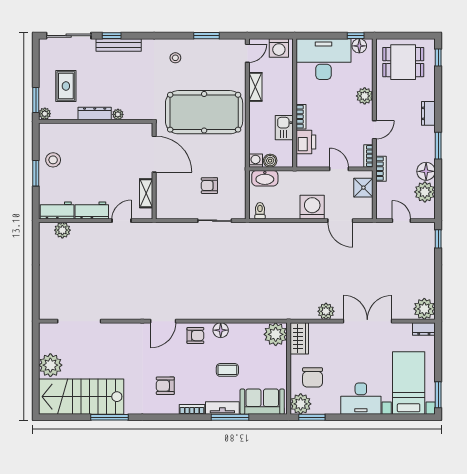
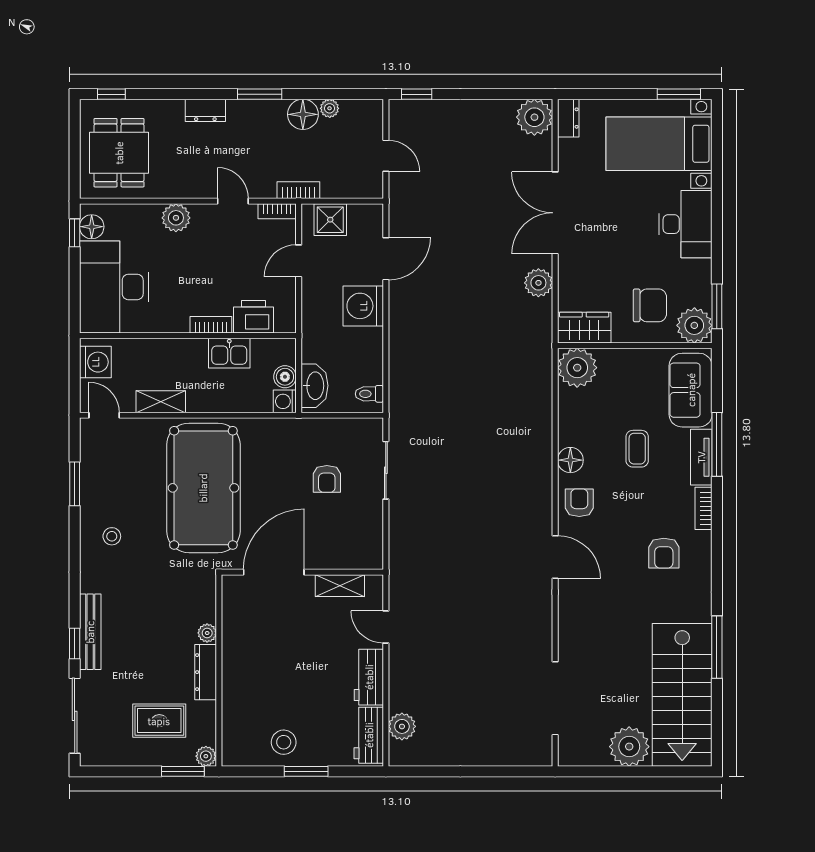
plant: (425, 192) -> (330, 108), width x0.53, depth x0.53
door: (401, 221) -> (386, 156), swing flipped

